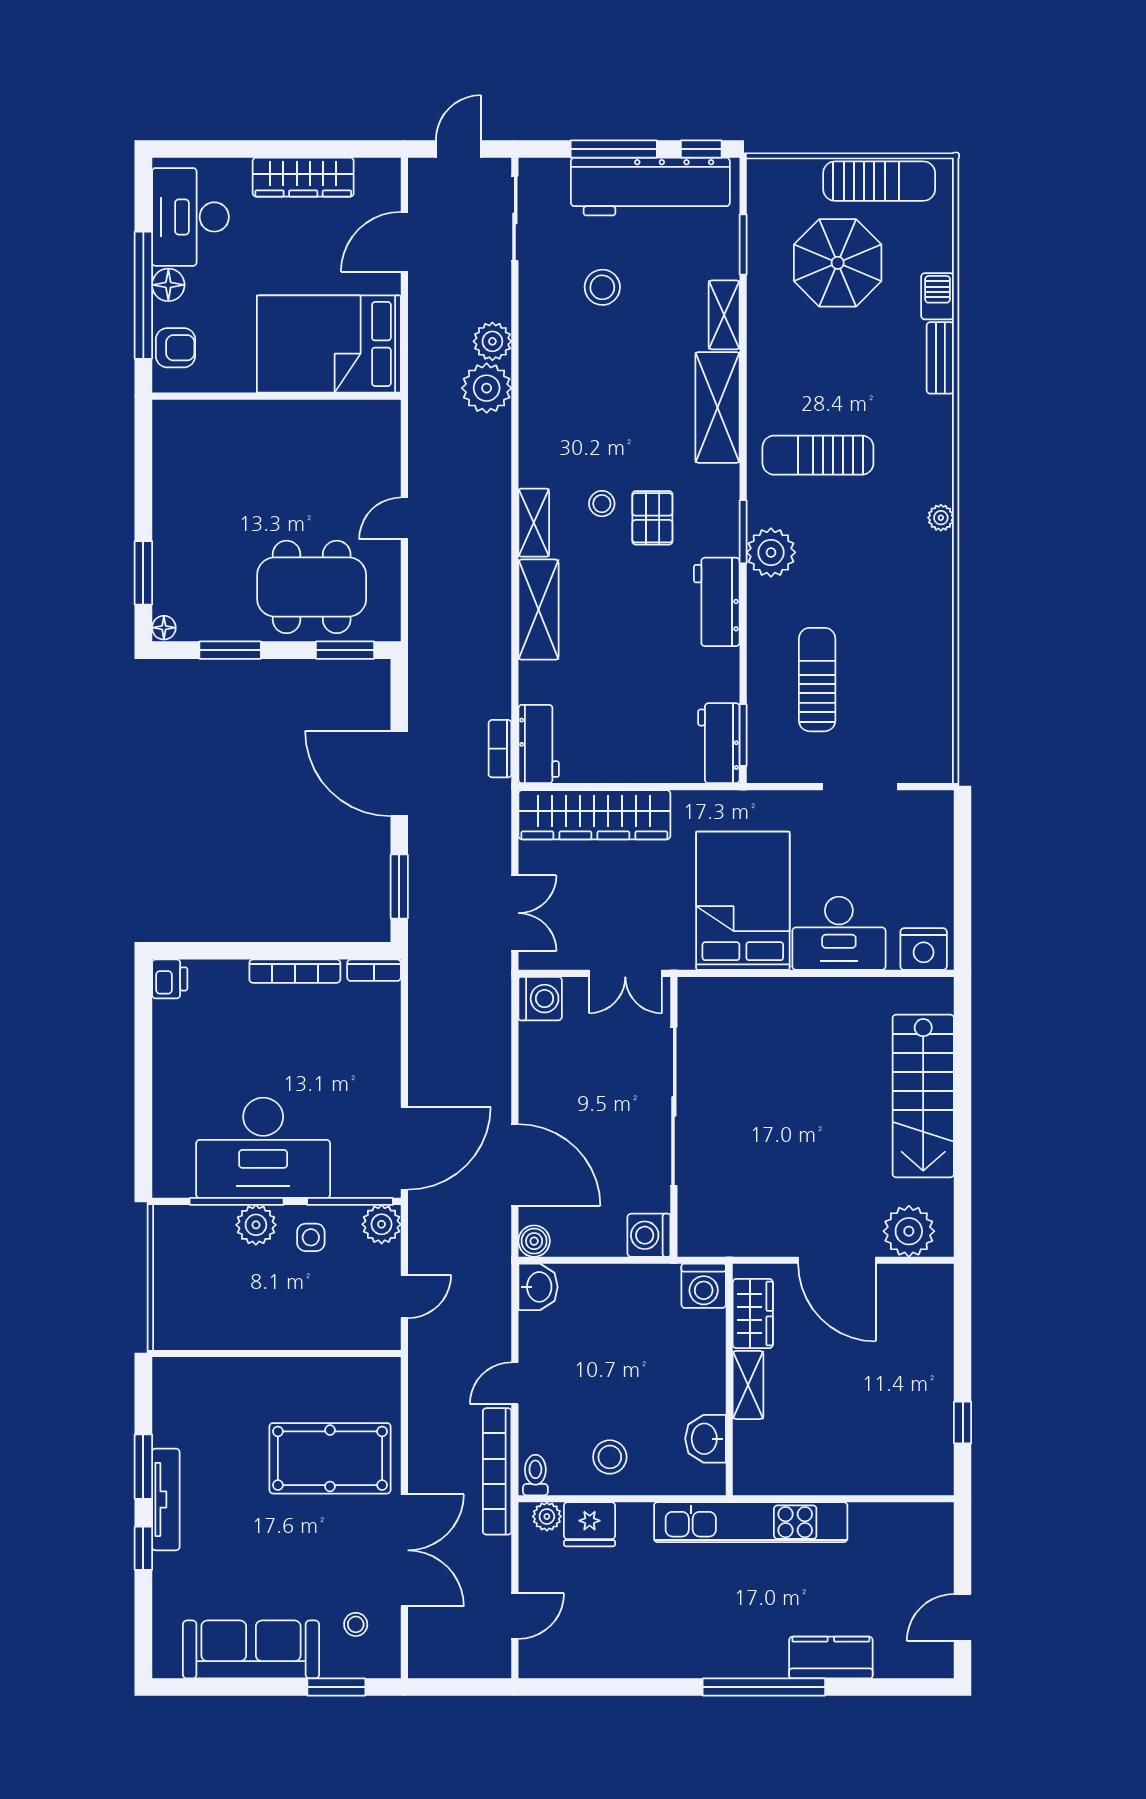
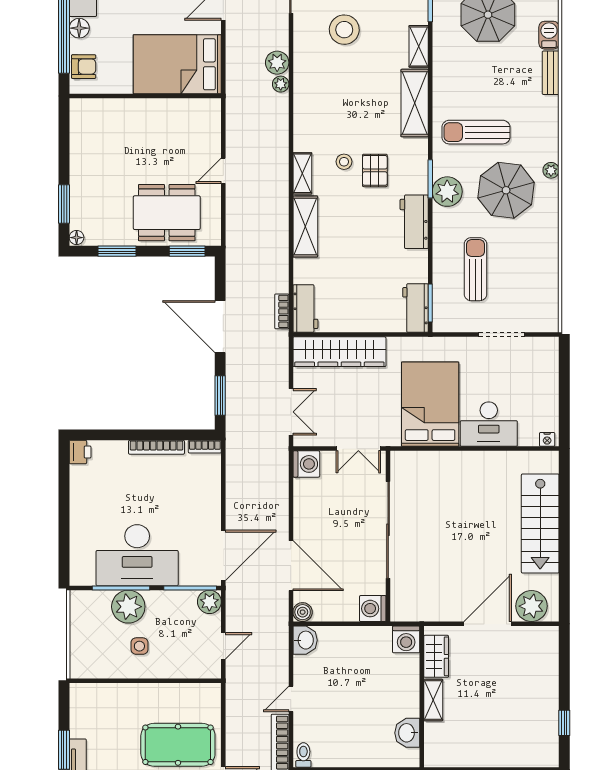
stool: (602, 287) -> (344, 30), width x1.38, depth x1.38
plant: (487, 388) -> (281, 84), width x0.53, depth x0.53
parasol: (867, 550) -> (506, 190), added
nightstand: (924, 949) -> (547, 439), width x0.53, depth x0.56
plant: (256, 1225) -> (128, 607), width x1.36, depth x1.36
side table: (311, 1237) -> (139, 646), moved
door: (837, 1260) -> (488, 624), swing flipped
stool: (610, 1457) -> (349, 744), removed

